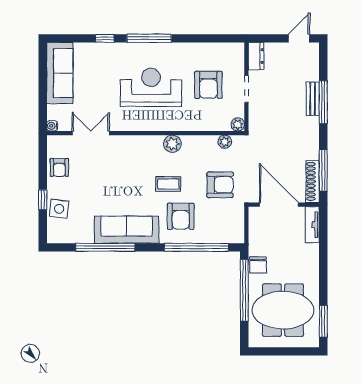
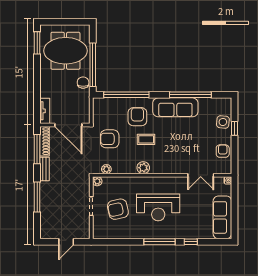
door: (299, 38) -> (66, 242), moved
dresser: (256, 56) -> (84, 229), removed
armchair: (208, 85) -> (118, 209), turned -102
bench: (313, 99) -> (45, 169), moved

